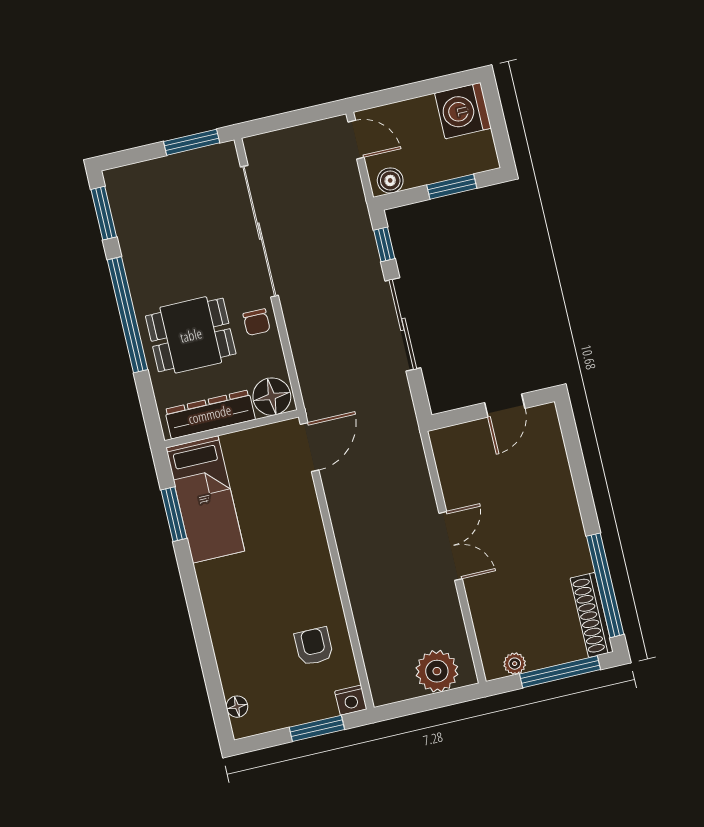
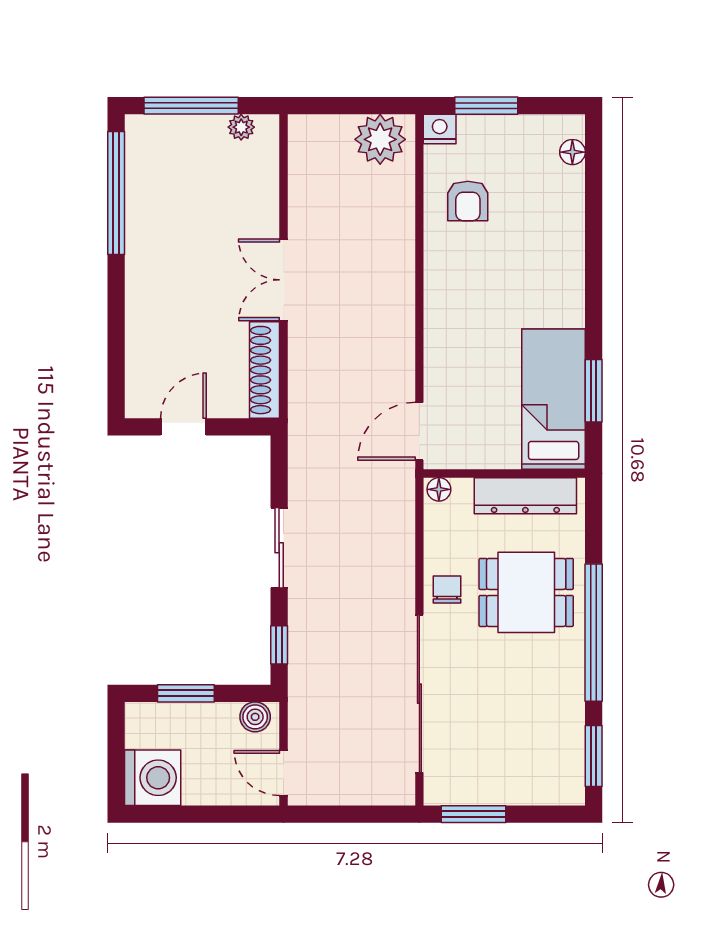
sliding door: (403, 324) -> (279, 548), width x0.73
floor lamp: (272, 397) -> (439, 489), width x0.53, depth x0.53
shoe rack: (592, 615) -> (264, 370), moved, turned 180
plant: (437, 671) -> (380, 139), moved

